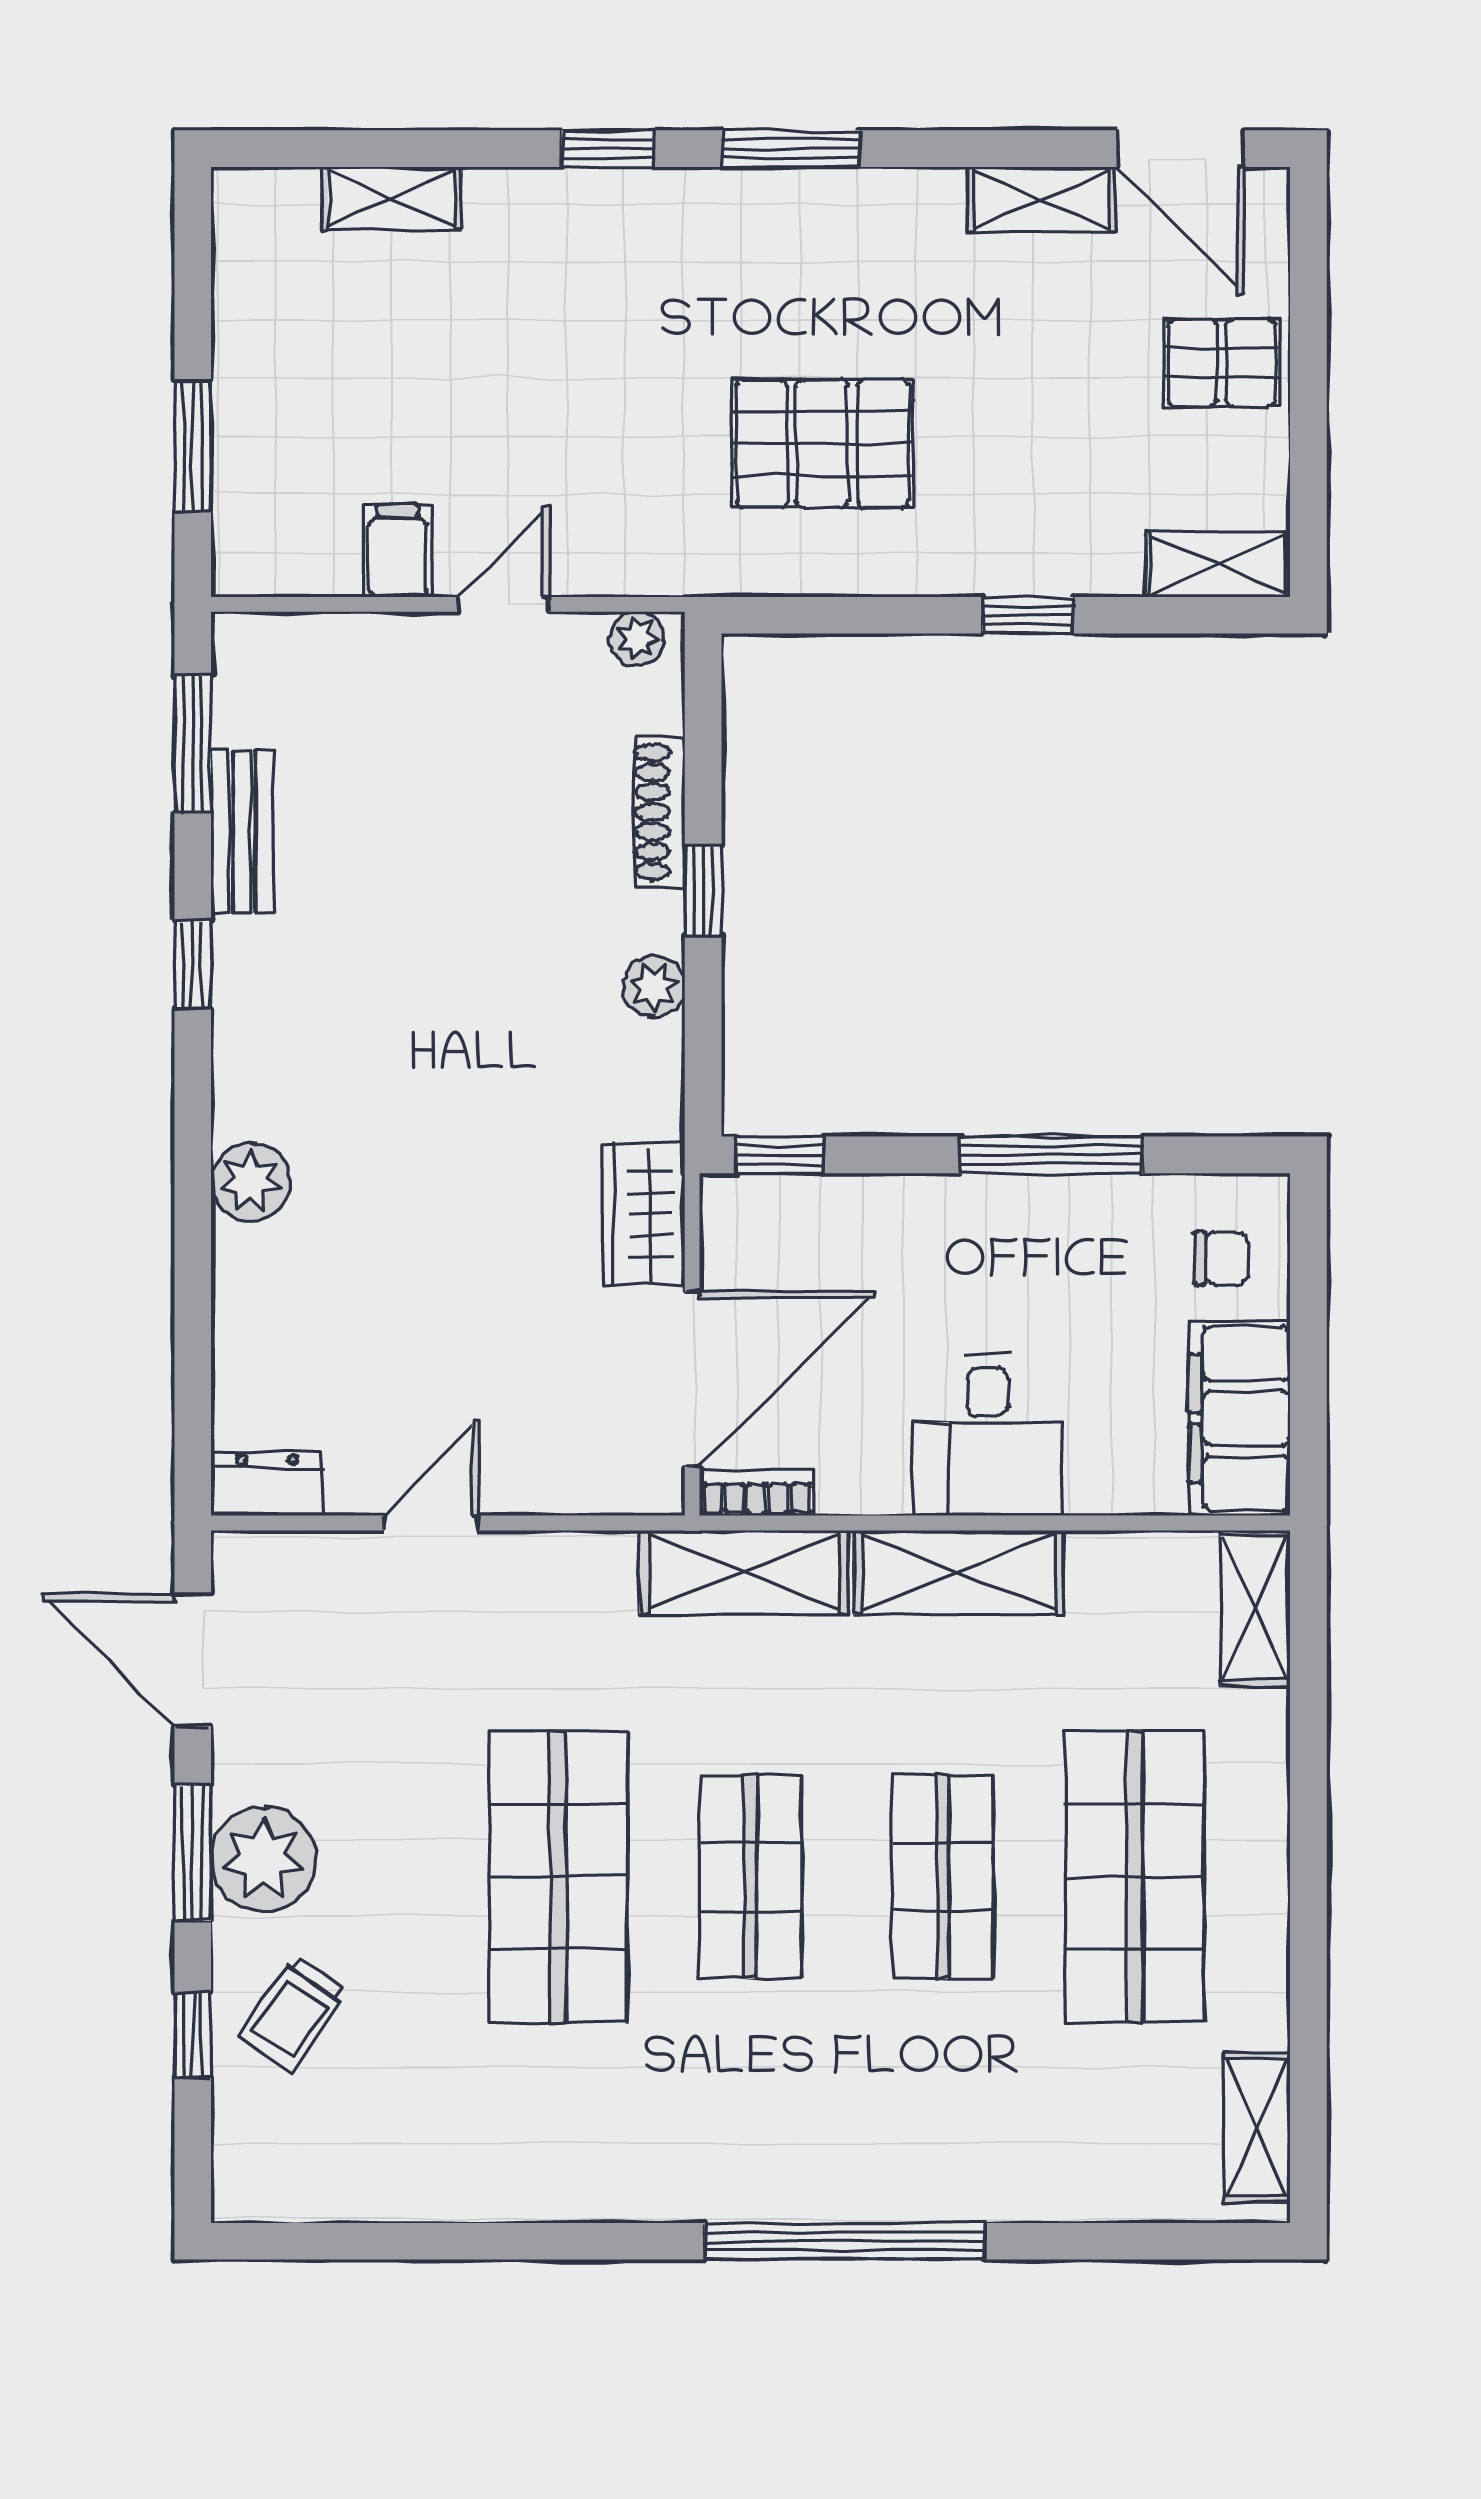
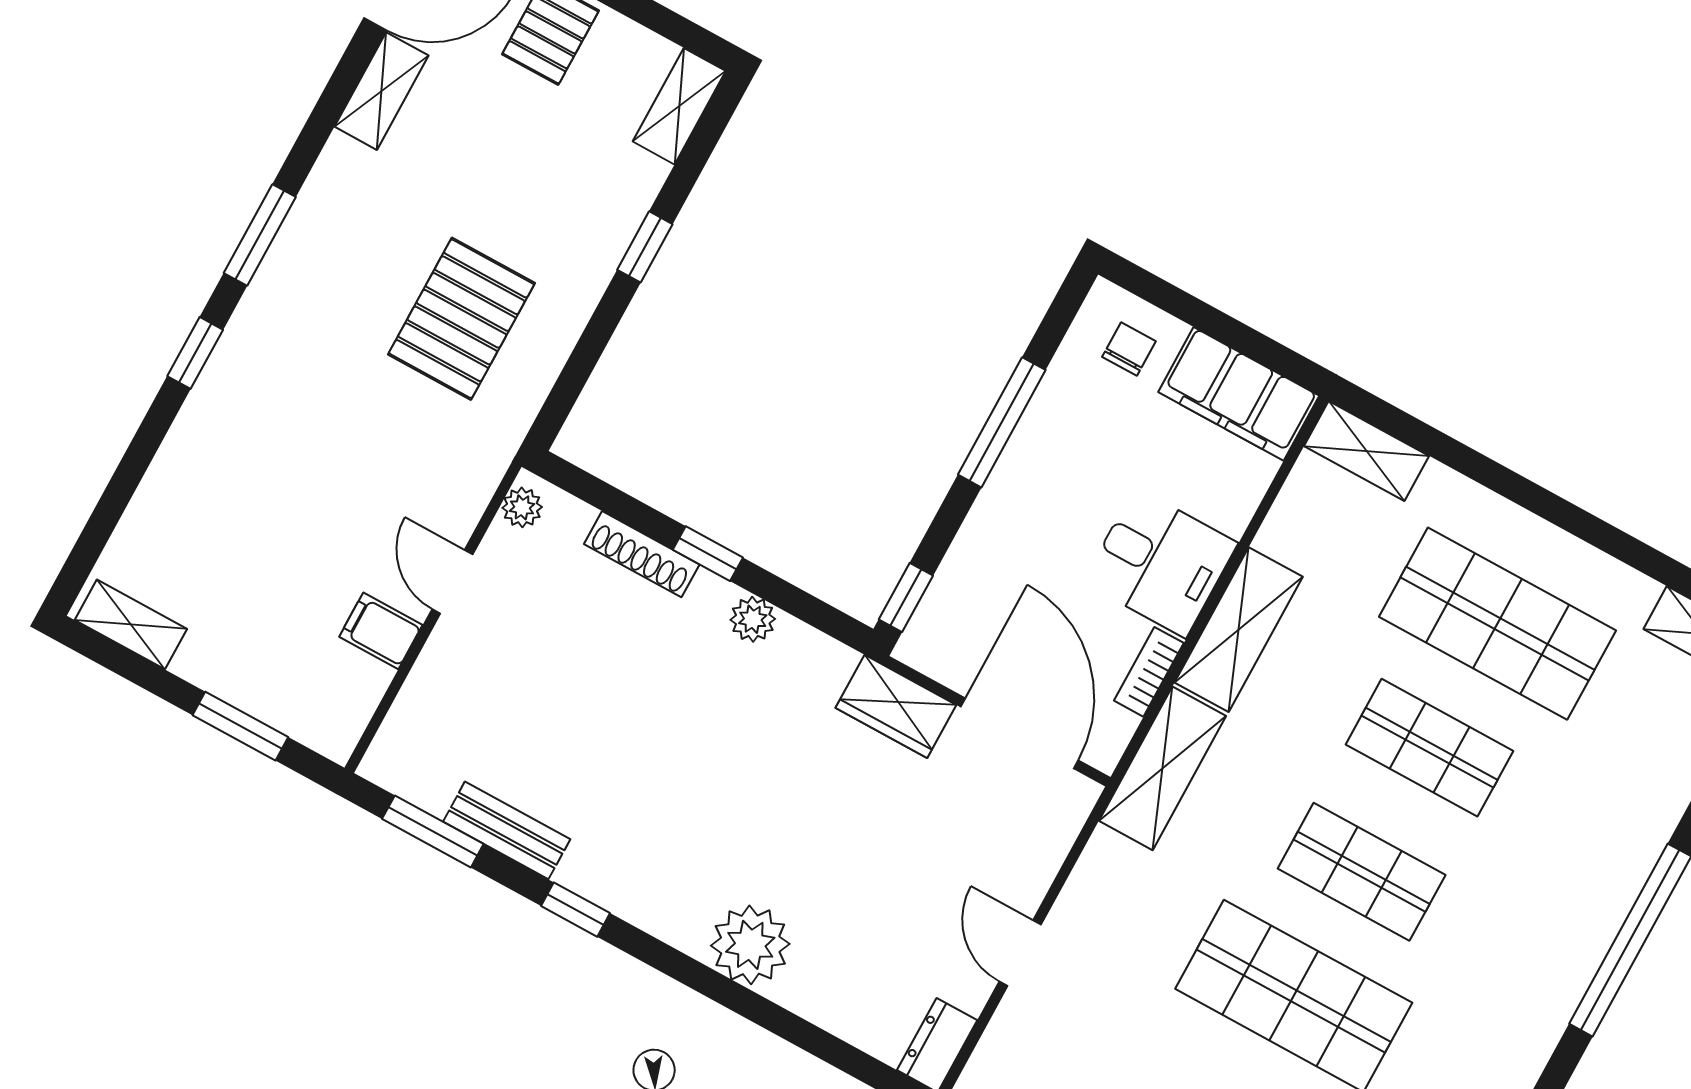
shelving: (392, 198) -> (131, 624), moved, turned 90
plant: (250, 1182) -> (750, 945), width x1.36, depth x1.36
bookcase: (757, 1493) -> (1149, 672), moved

